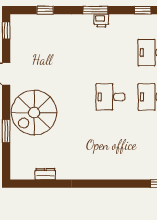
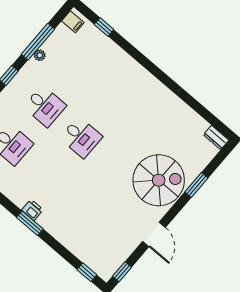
window: (45, 10) -> (87, 272), moved
dresser: (45, 174) -> (216, 137), moved

